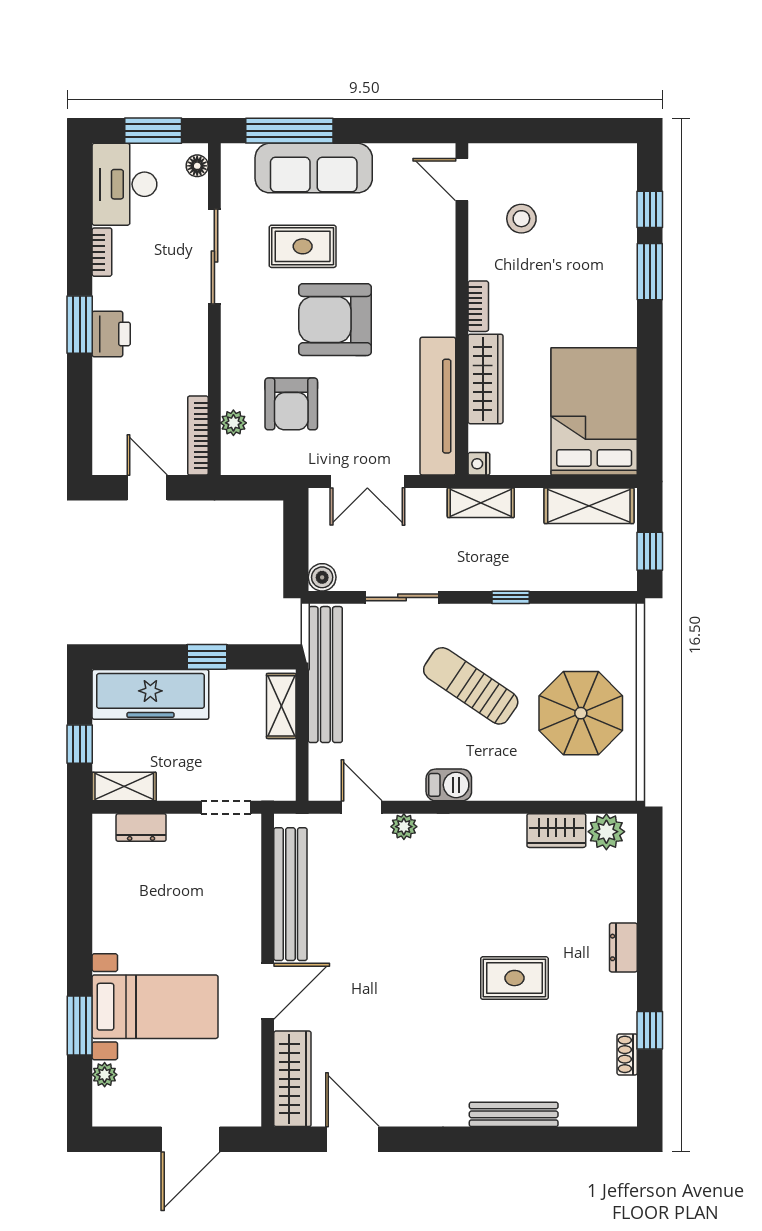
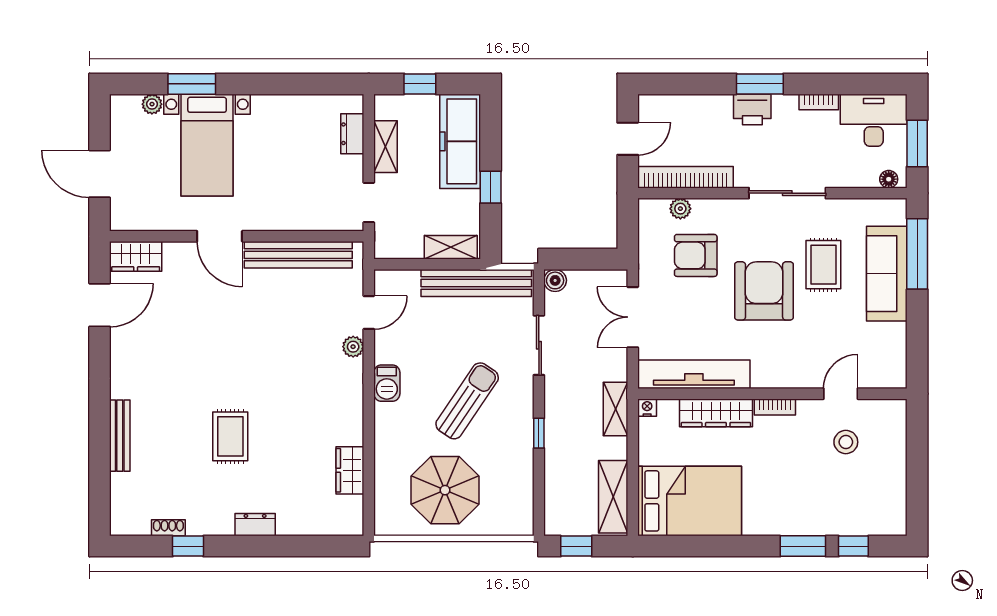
door: (462, 180) -> (841, 394), moved
sliding door: (214, 257) -> (787, 193), moved
bookcase: (198, 436) -> (685, 177), width x1.48, depth x1.31
shelving: (124, 787) -> (385, 147), moved
plant: (606, 832) -> (349, 511), removed
wardrobe: (292, 1079) -> (136, 256), width x0.67

